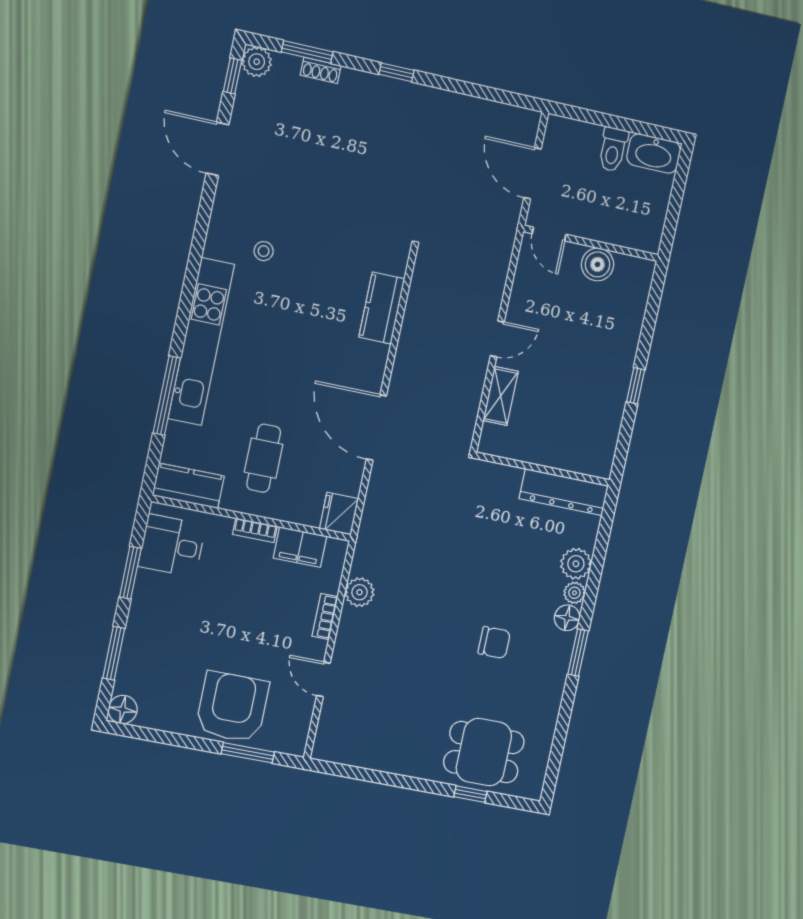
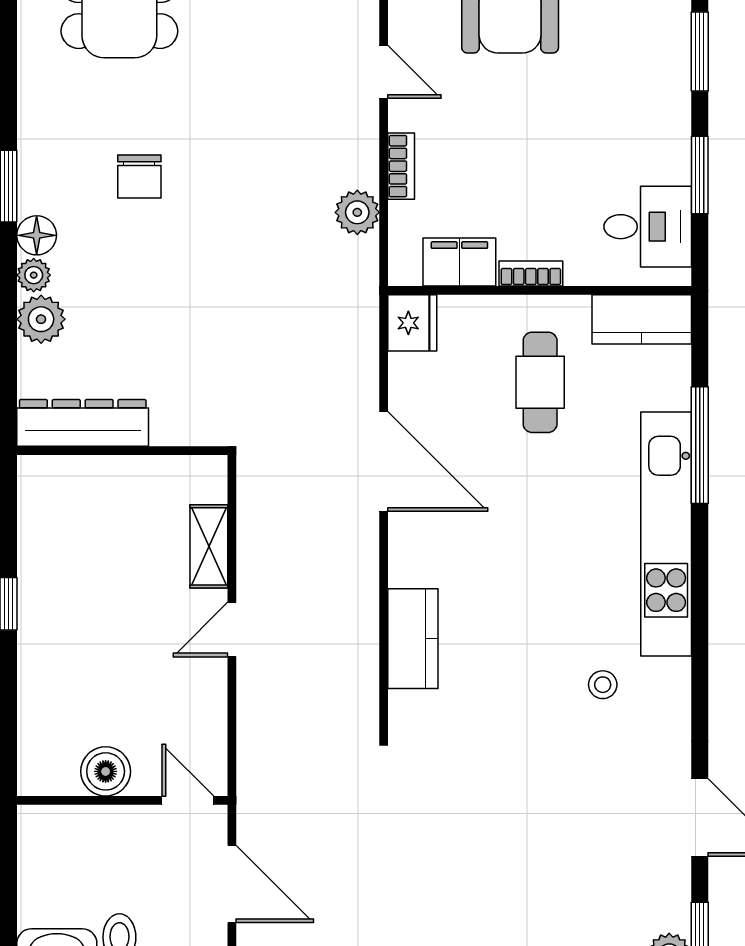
chair: (494, 643) -> (139, 177), turned -90

